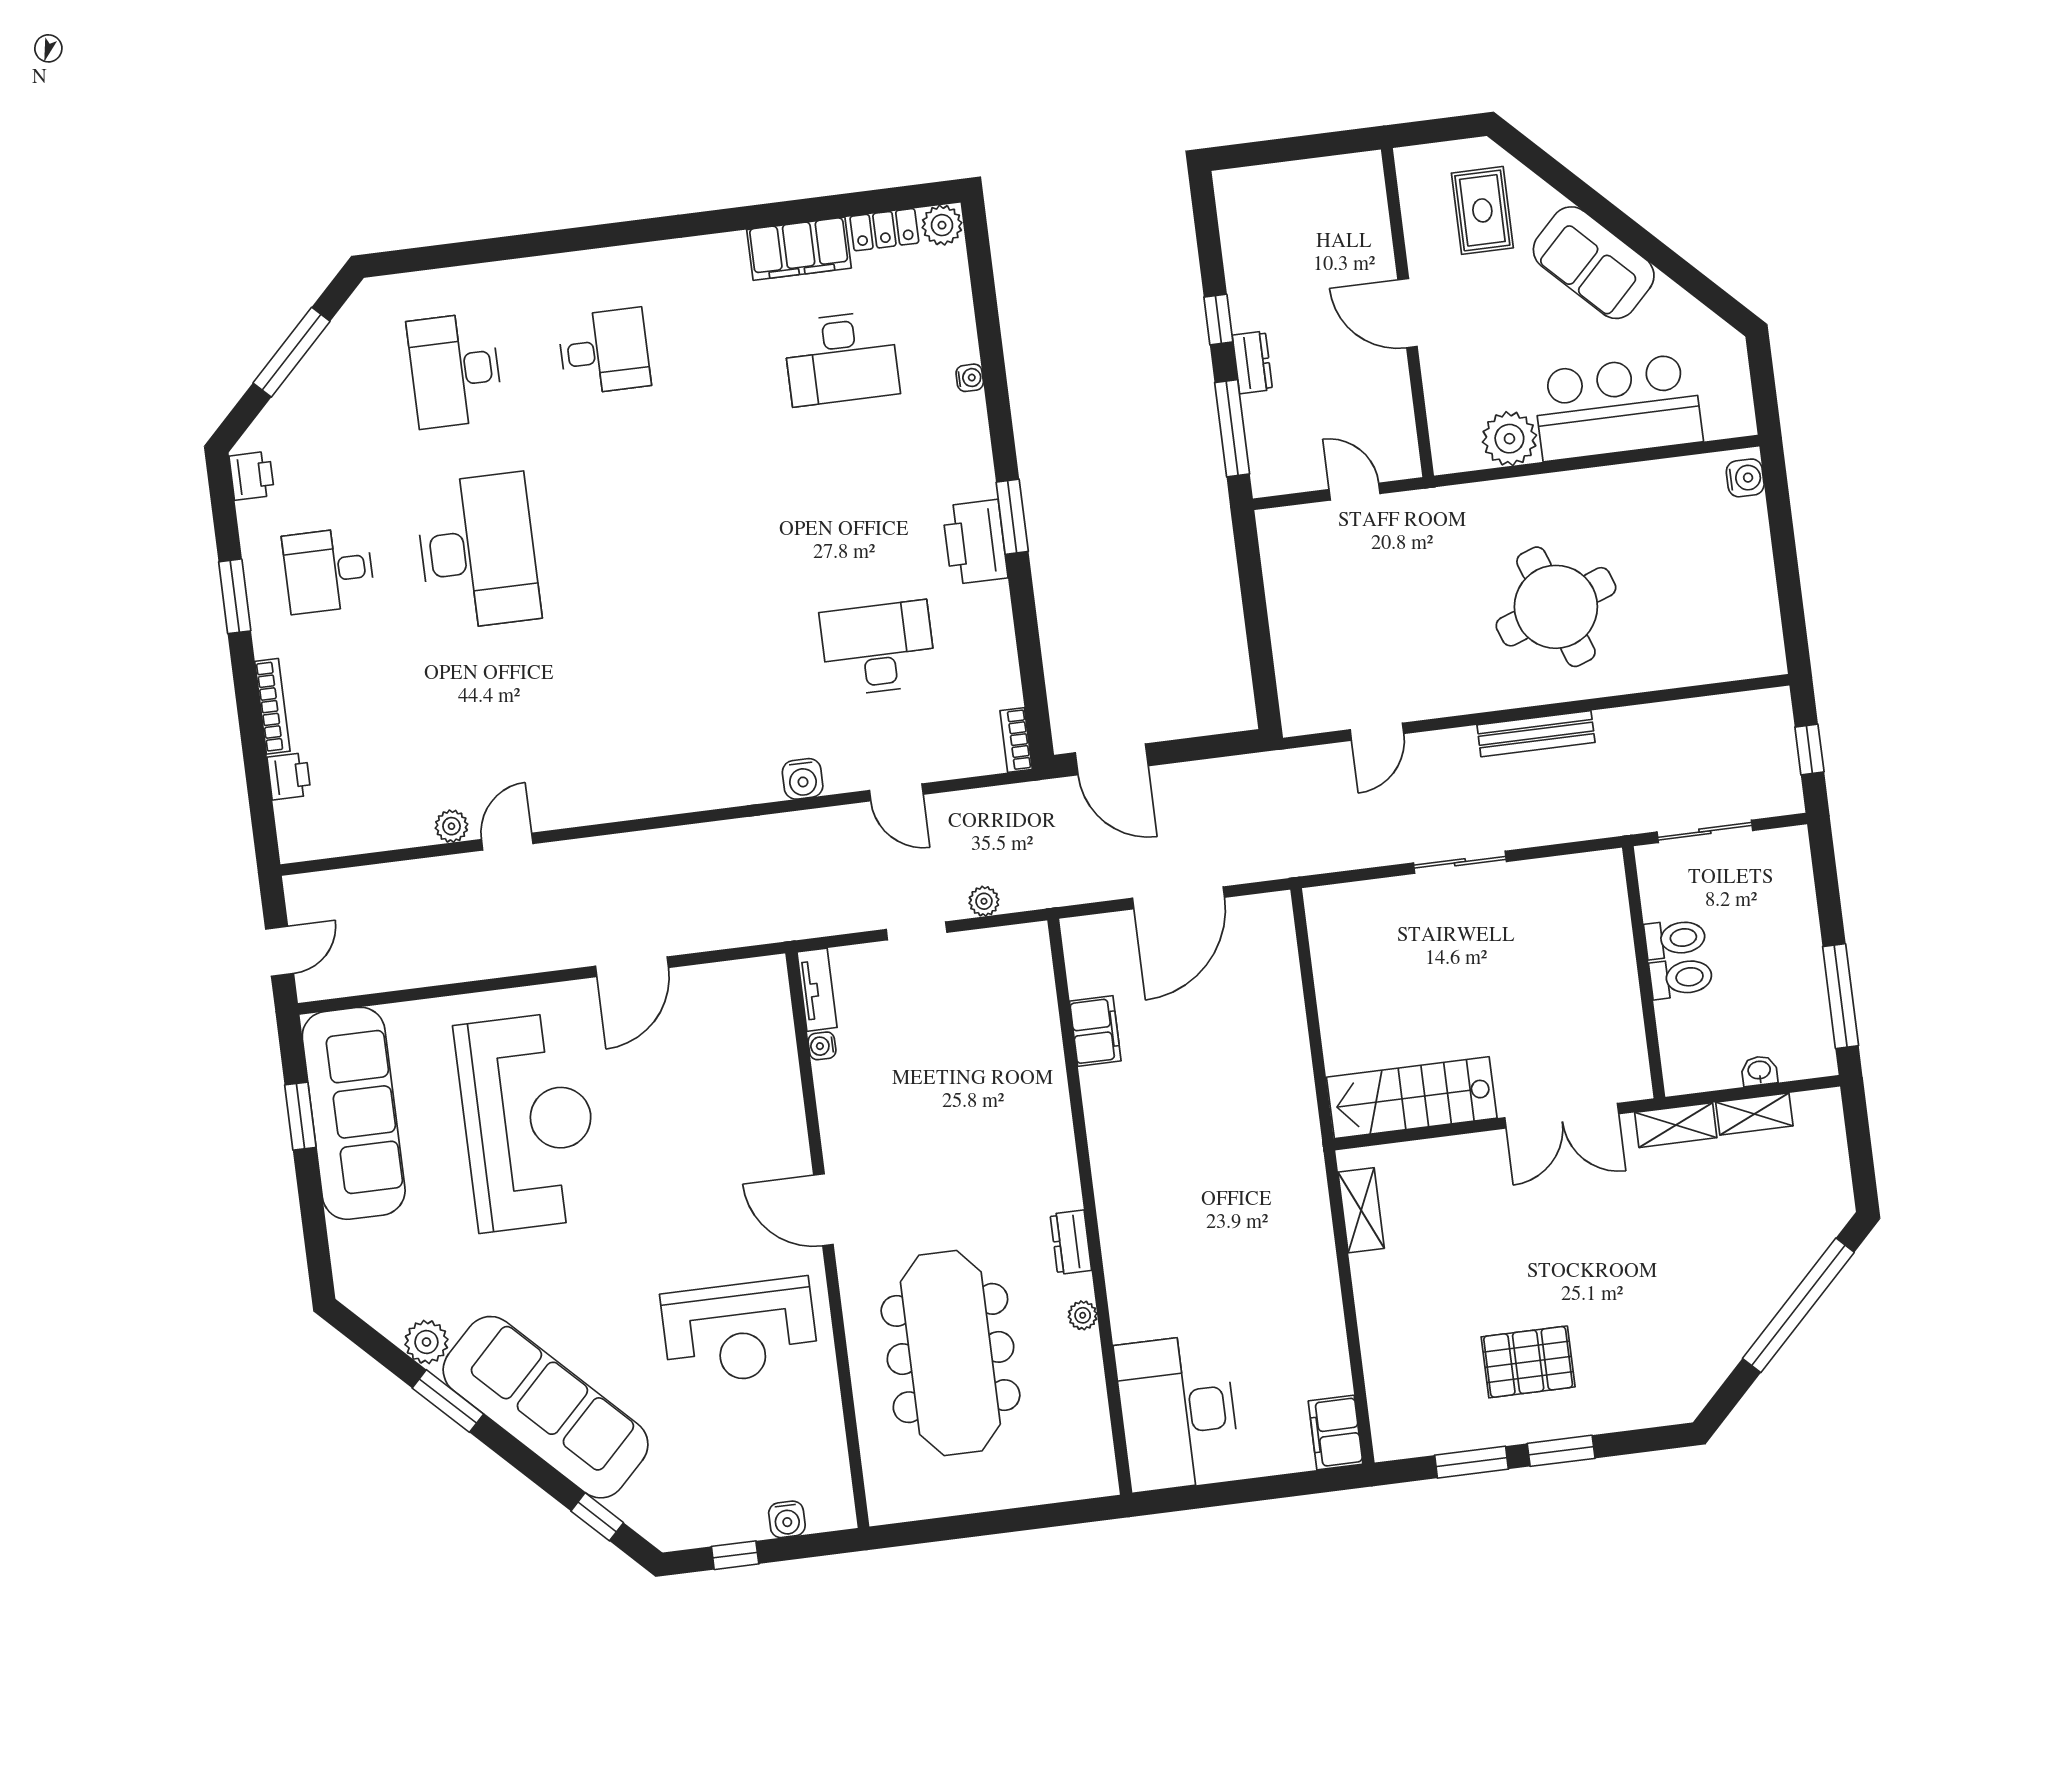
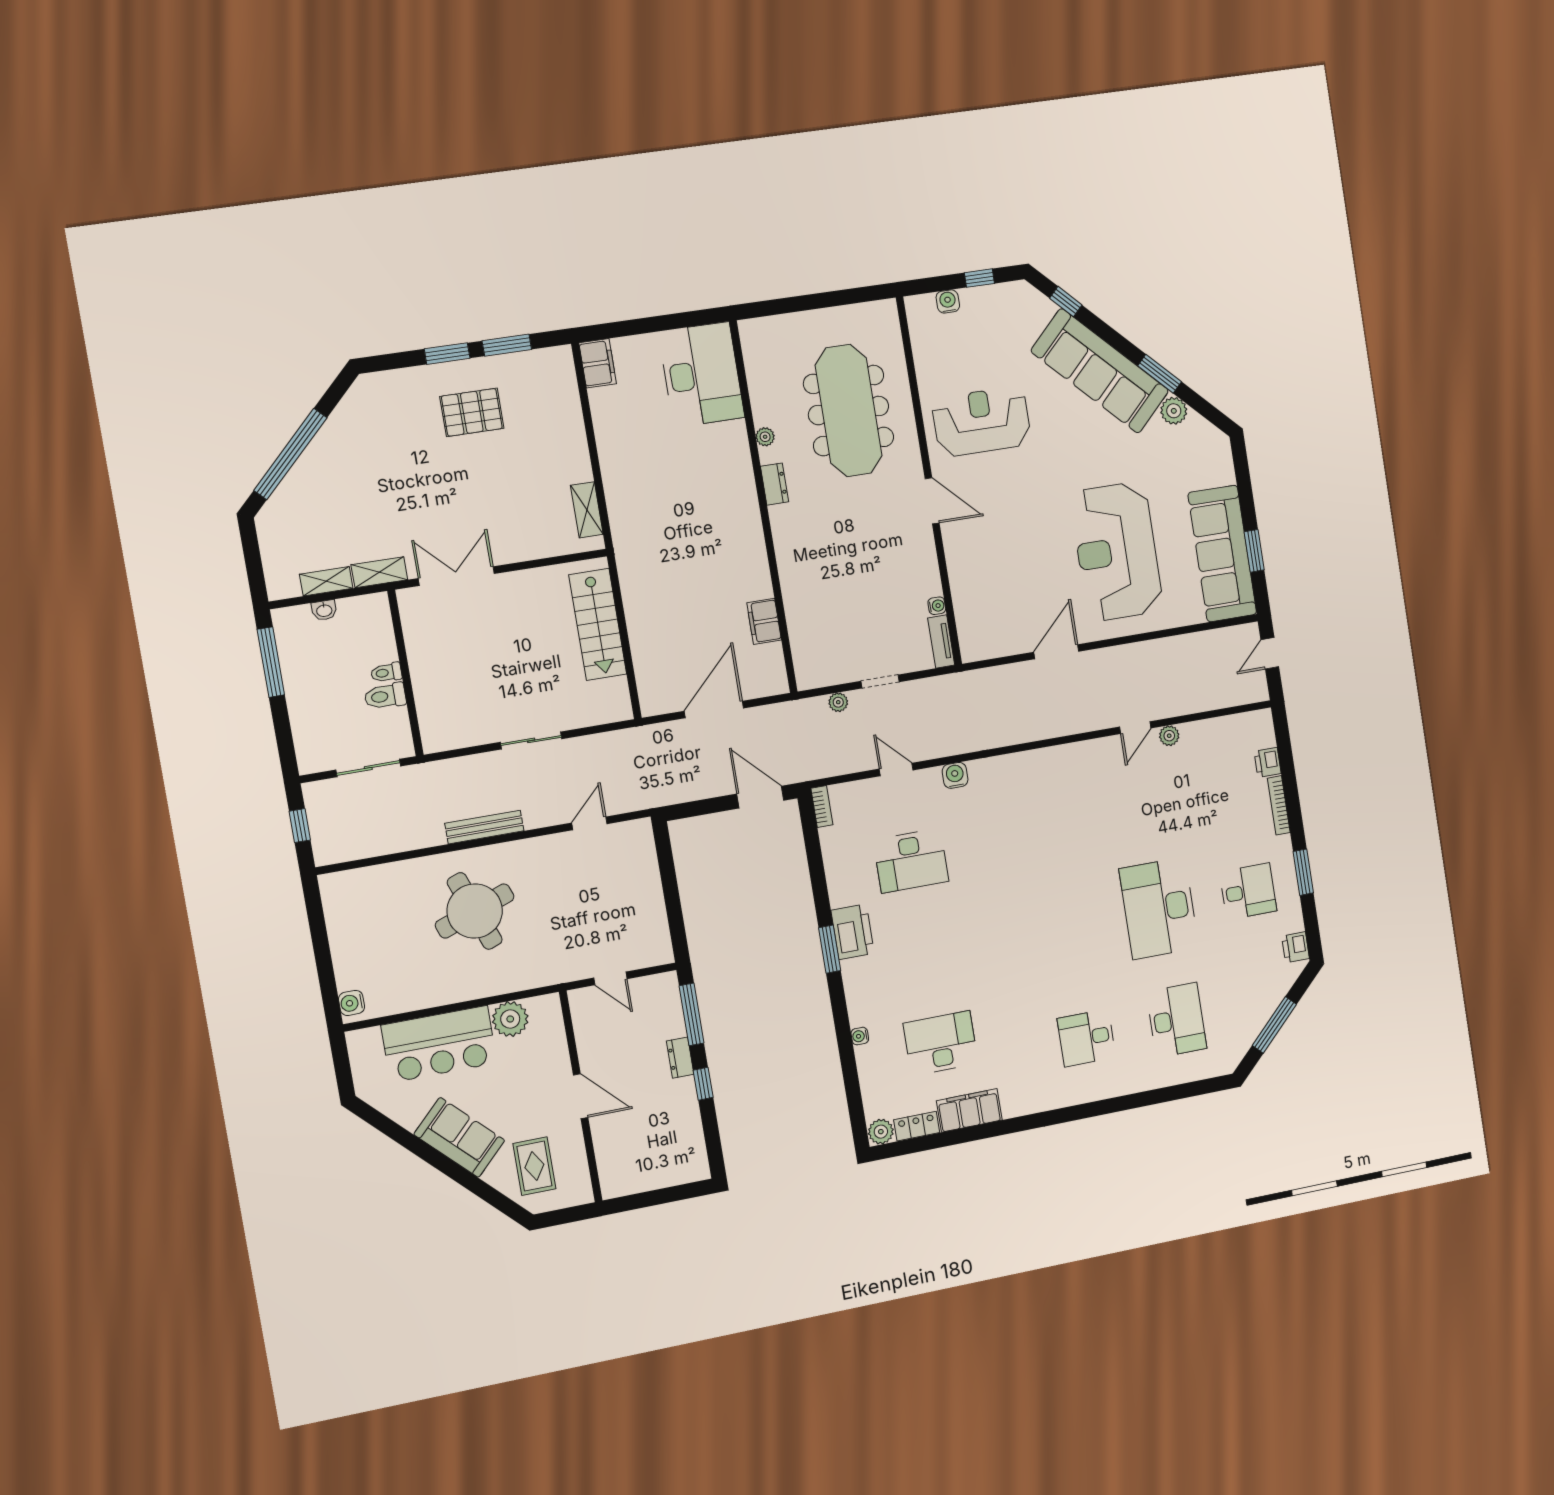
toilet: (1681, 978) -> (386, 673), width x0.73, depth x0.72
stairs: (1412, 1098) -> (598, 624), moved, turned 90

